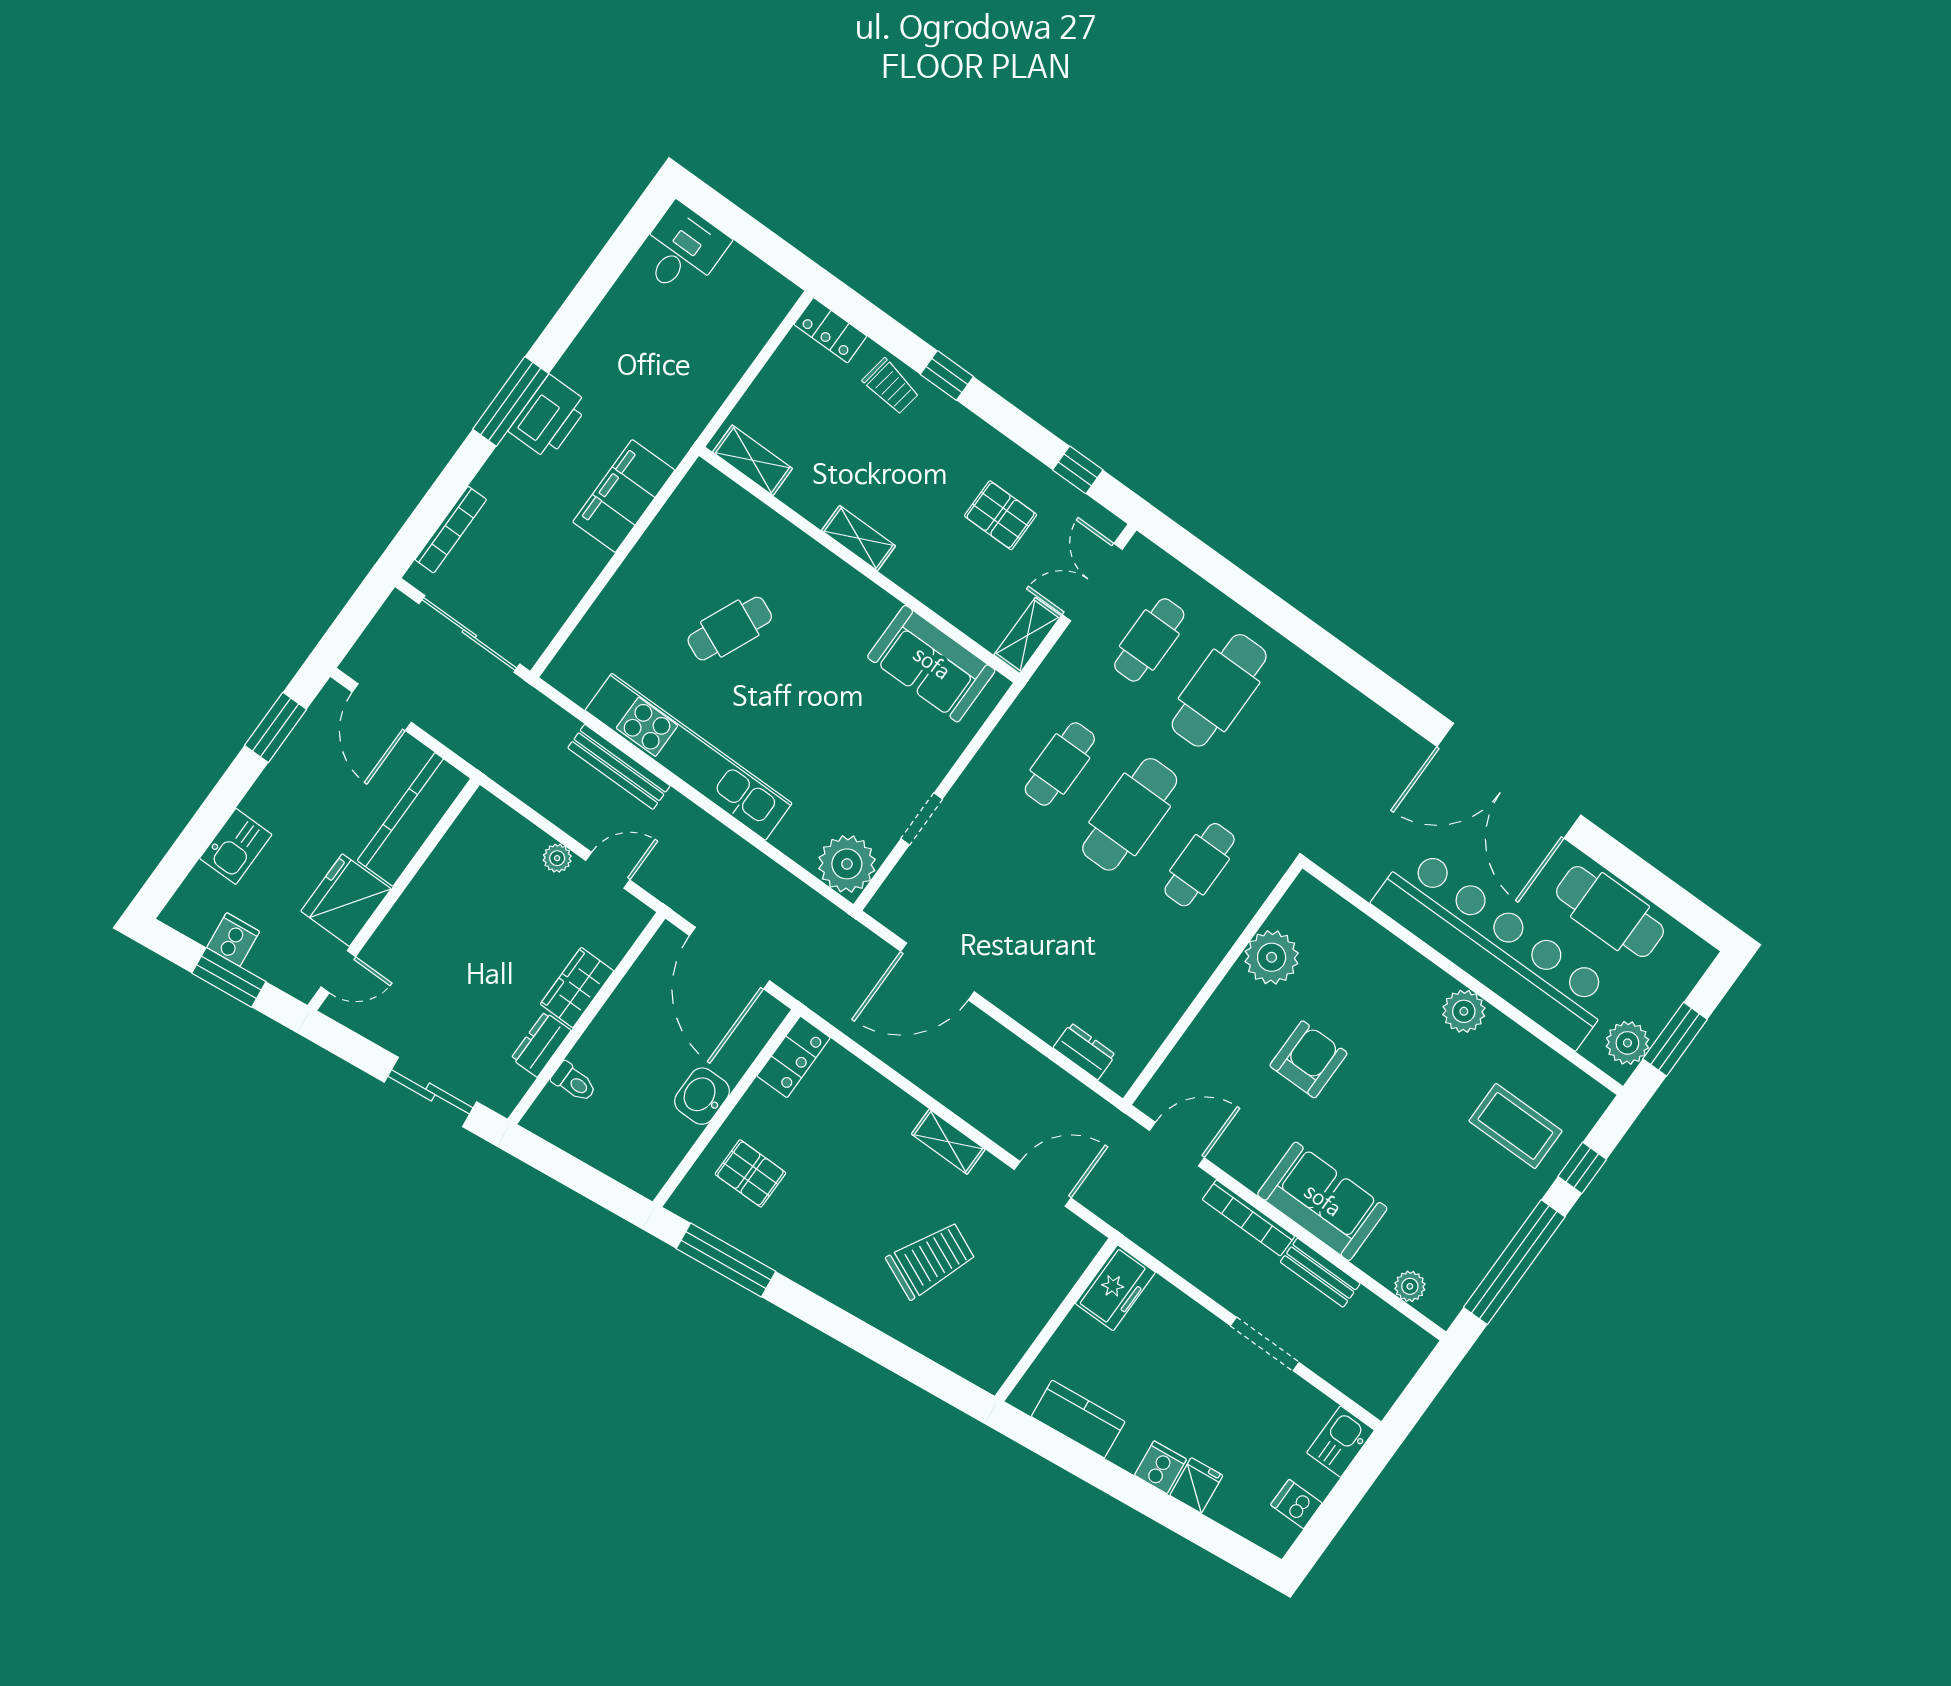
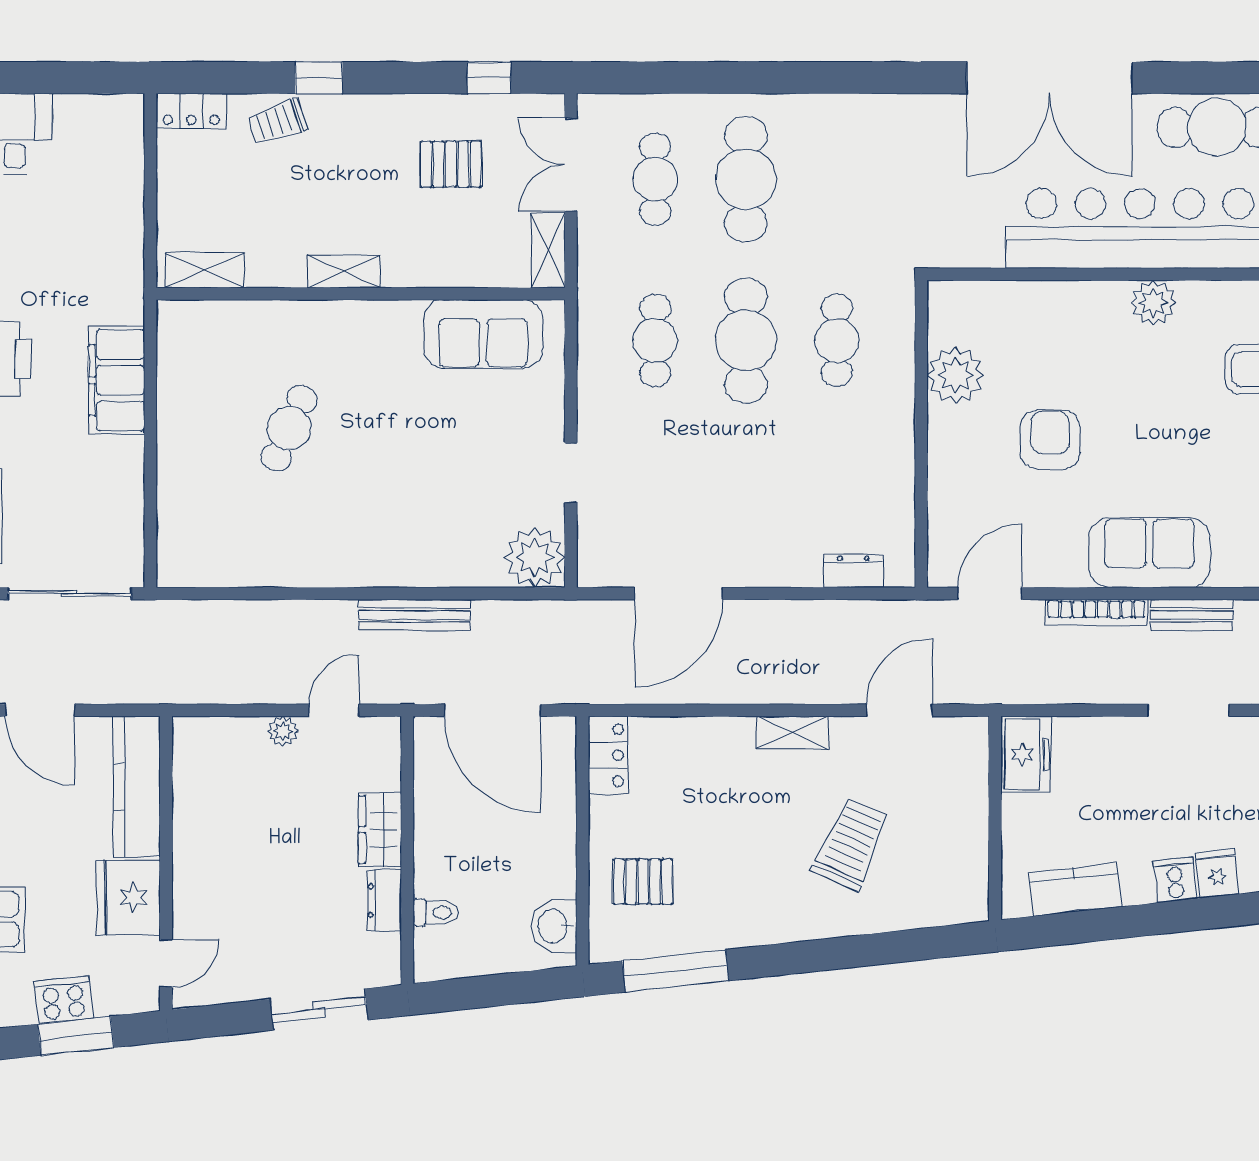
trolley: (891, 386) -> (278, 122), turned 153
kitchen unit: (689, 757) -> (333, 563), removed
bench: (619, 767) -> (415, 615), moved
cooker: (233, 940) -> (63, 1000), width x1.36
washbasin: (702, 1096) -> (554, 926), moved

